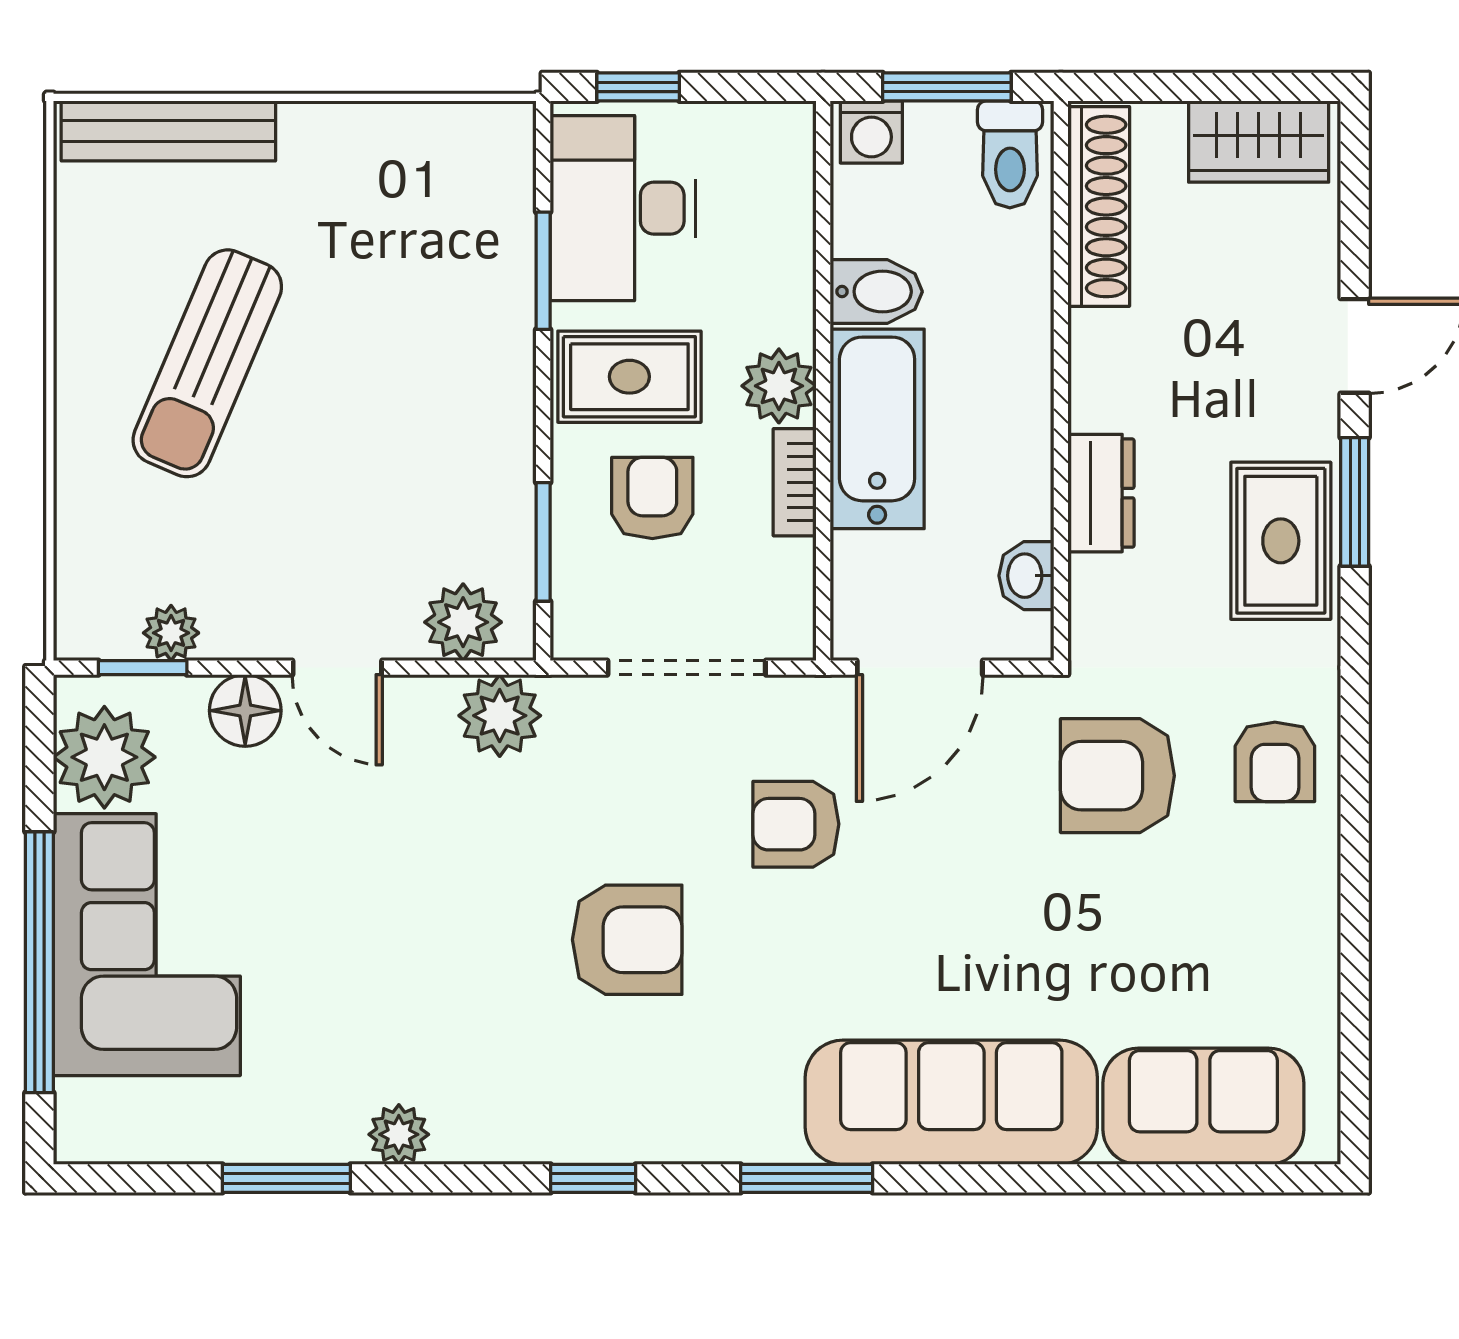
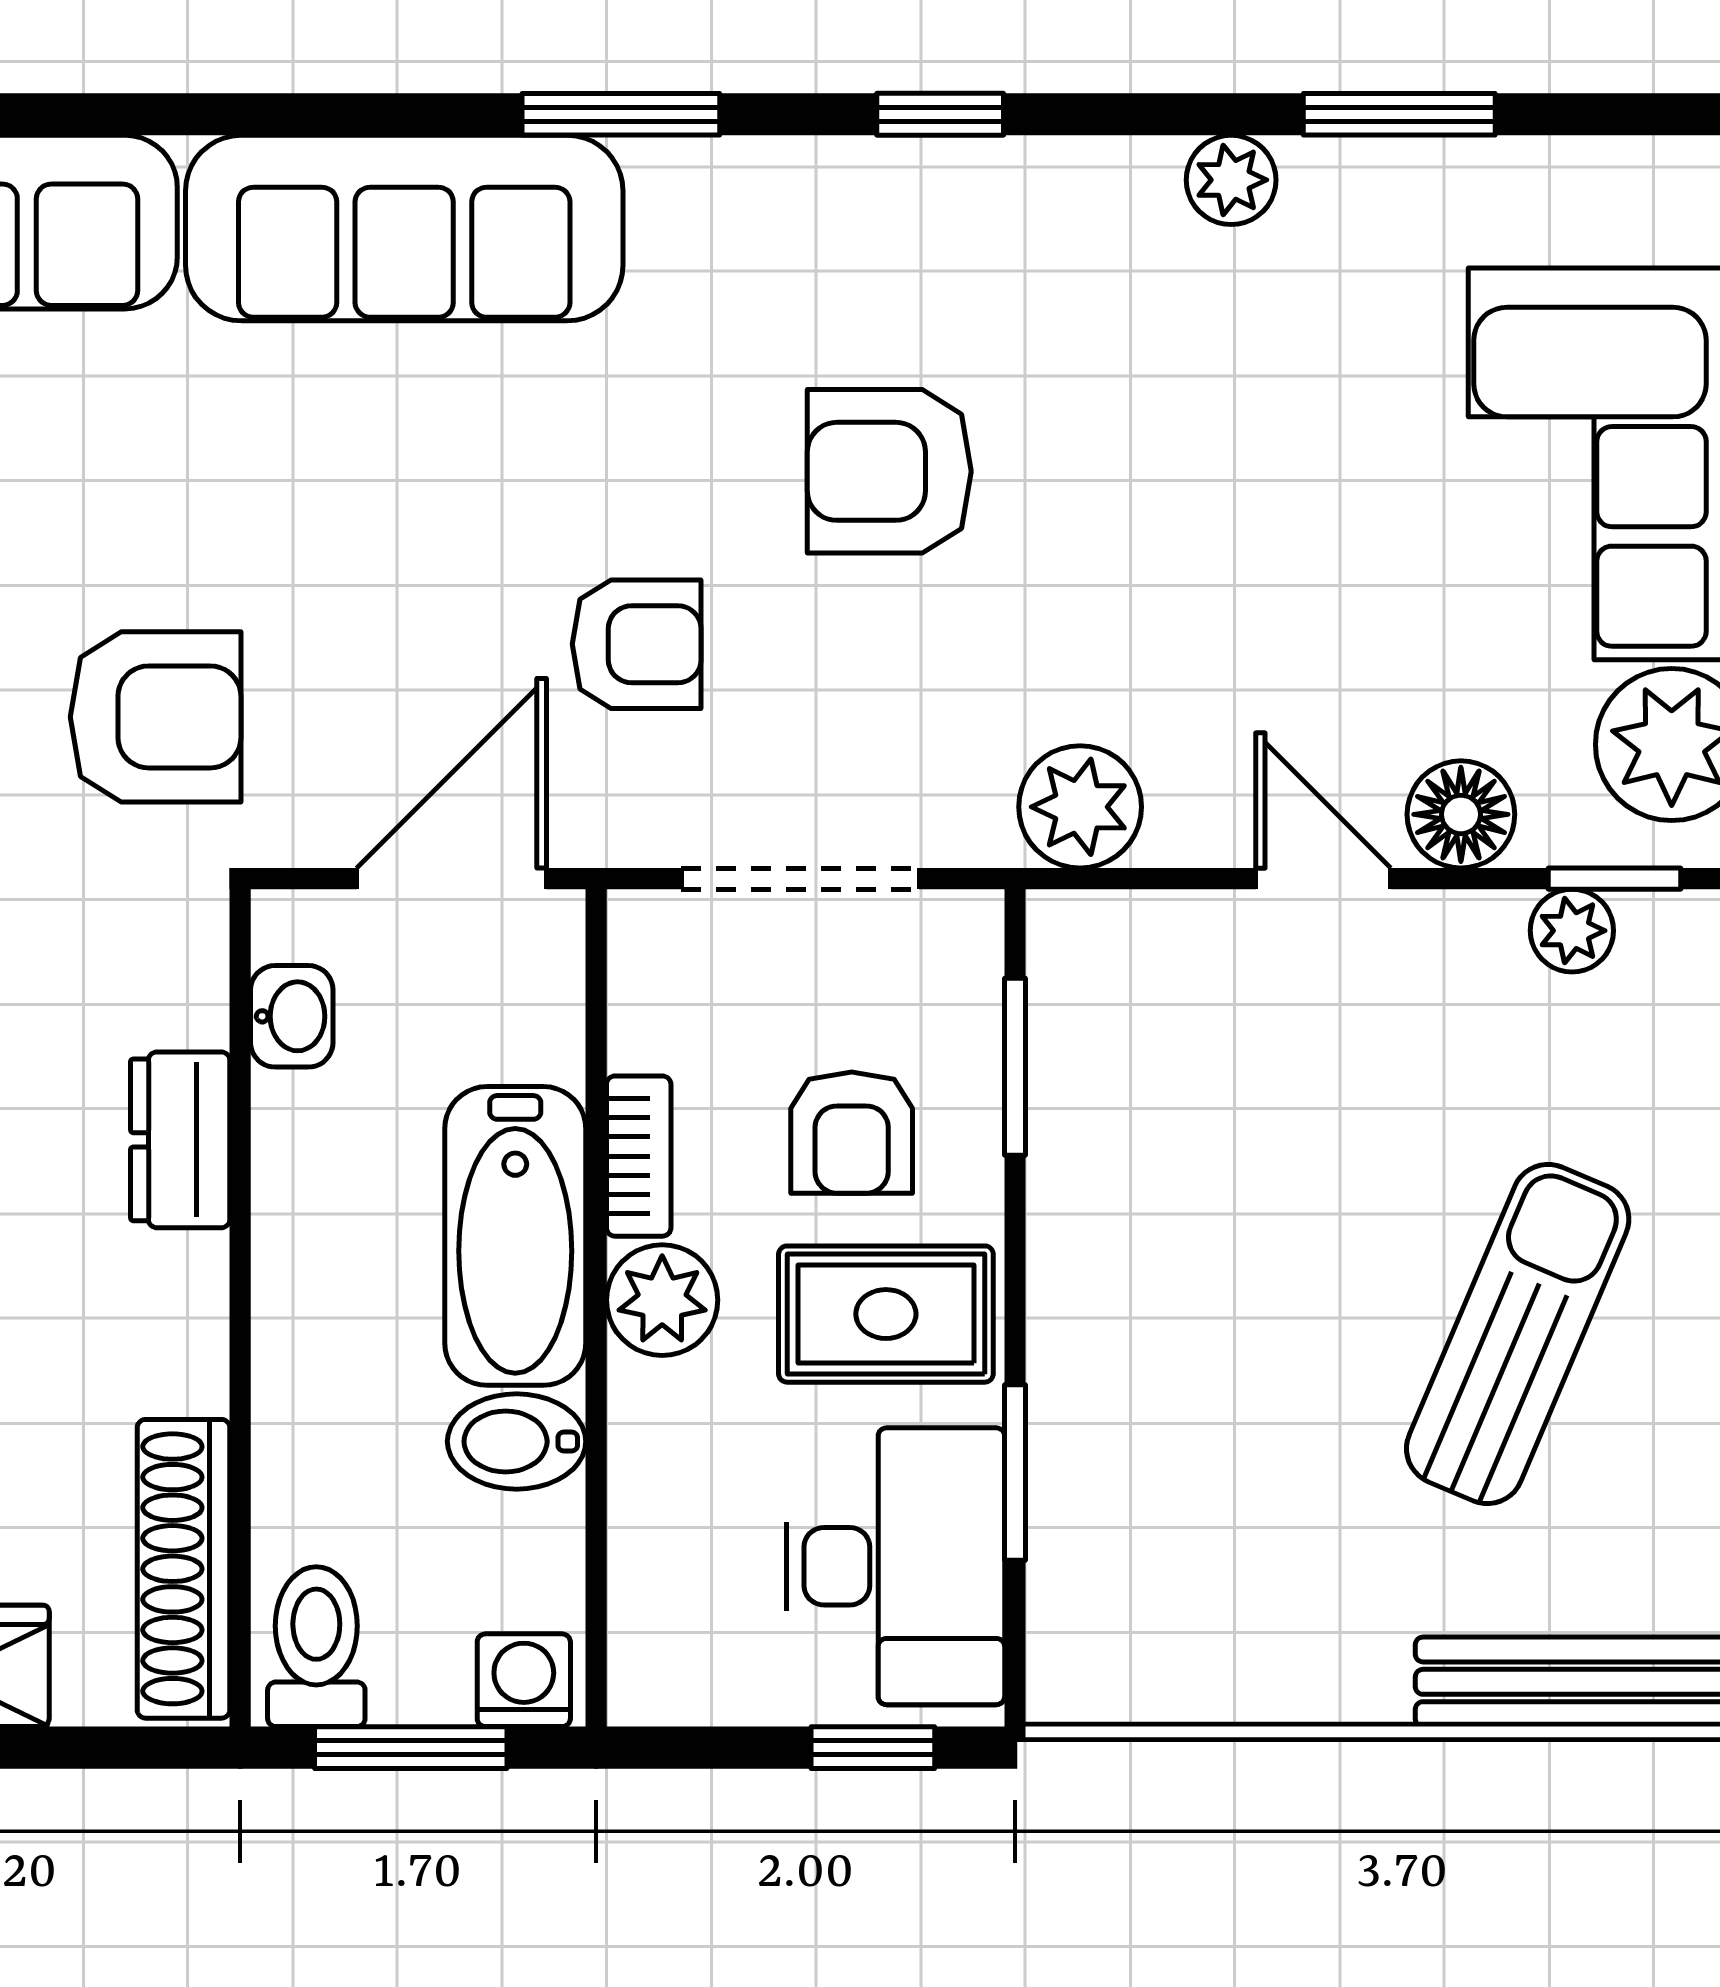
plant: (463, 622) -> (1135, 947), removed

